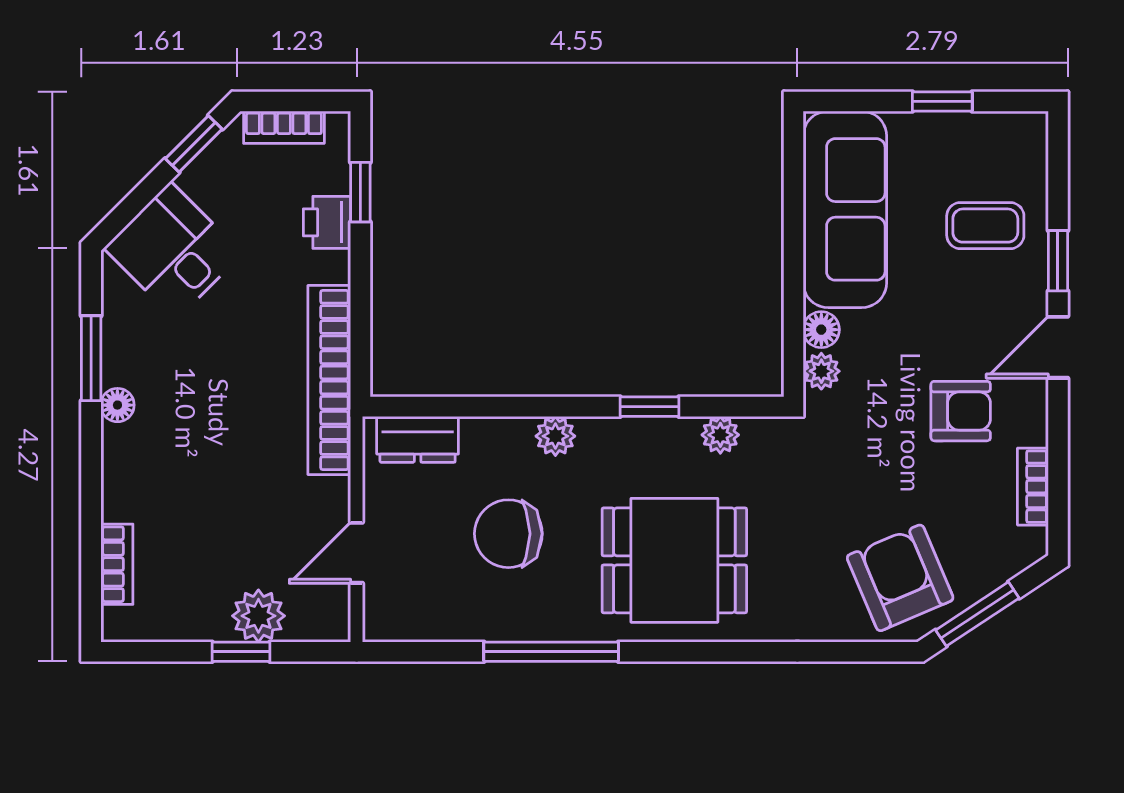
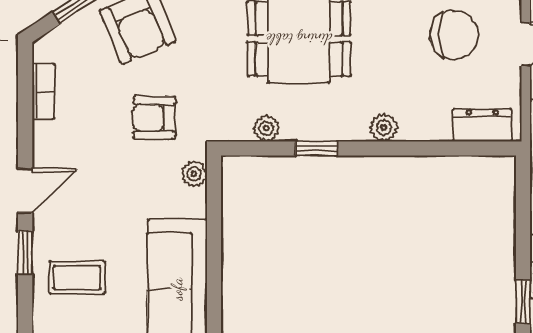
floor lamp: (821, 330) -> (194, 203), removed
armchair: (961, 411) -> (154, 118), moved
chair: (508, 534) -> (454, 35), moved

